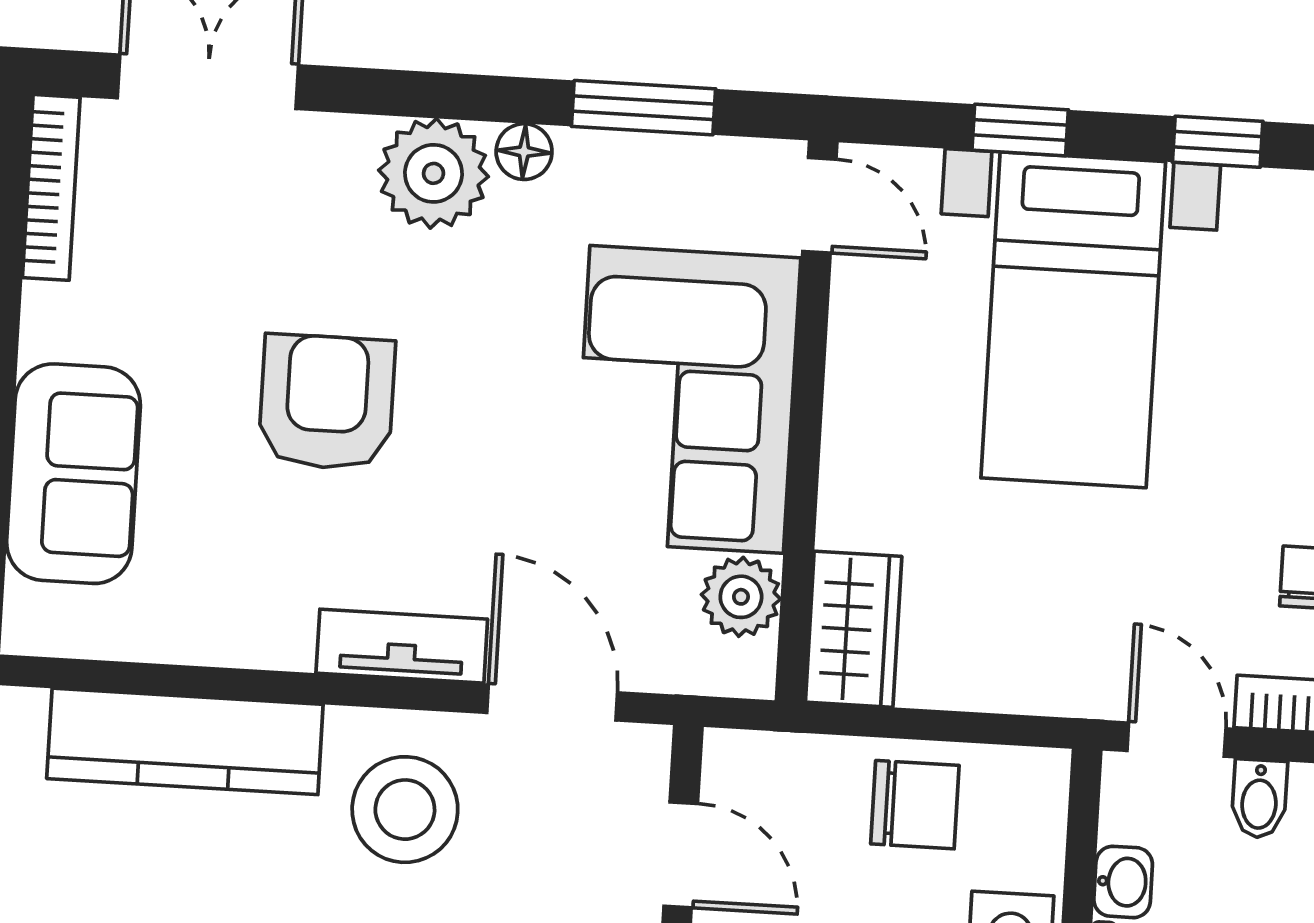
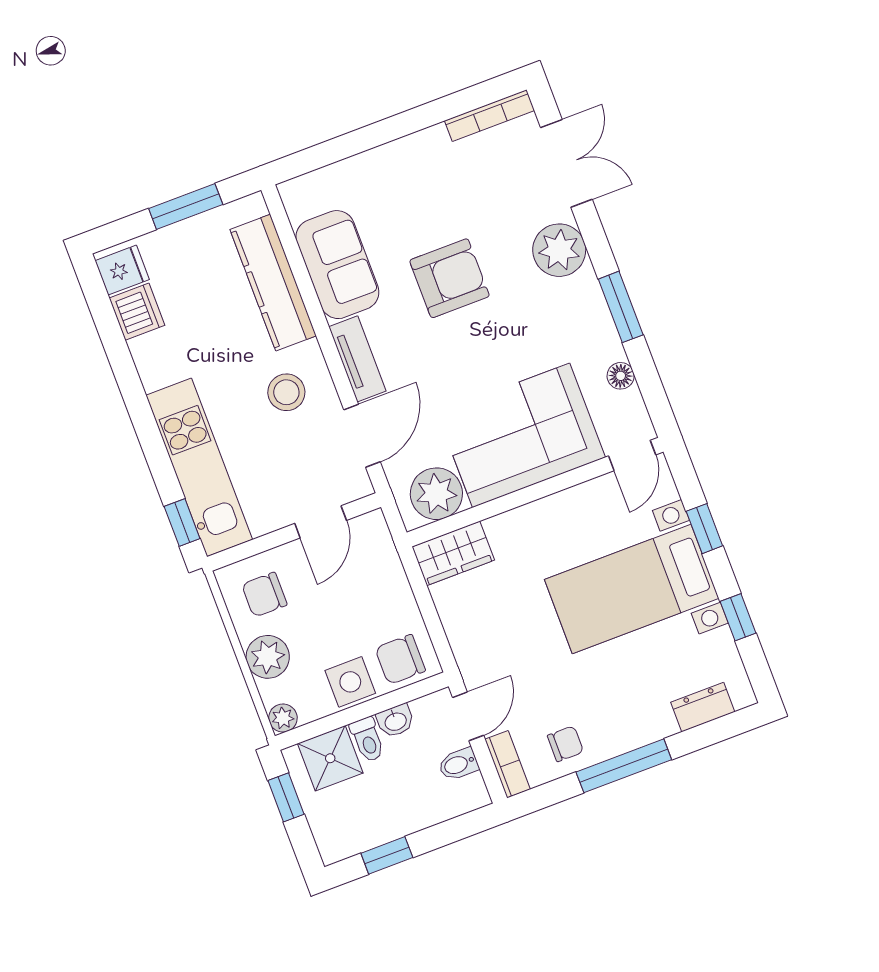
window: (644, 108) -> (621, 307), moved
floor lamp: (524, 152) -> (621, 376), moved
plant: (433, 173) -> (559, 250), moved
sofa: (74, 474) -> (337, 265), moved, turned -90
plant: (741, 597) -> (436, 494), width x1.36, depth x1.36
chair: (915, 805) -> (400, 659), moved, turned 90
stool: (405, 810) -> (286, 392), width x0.73, depth x0.73

